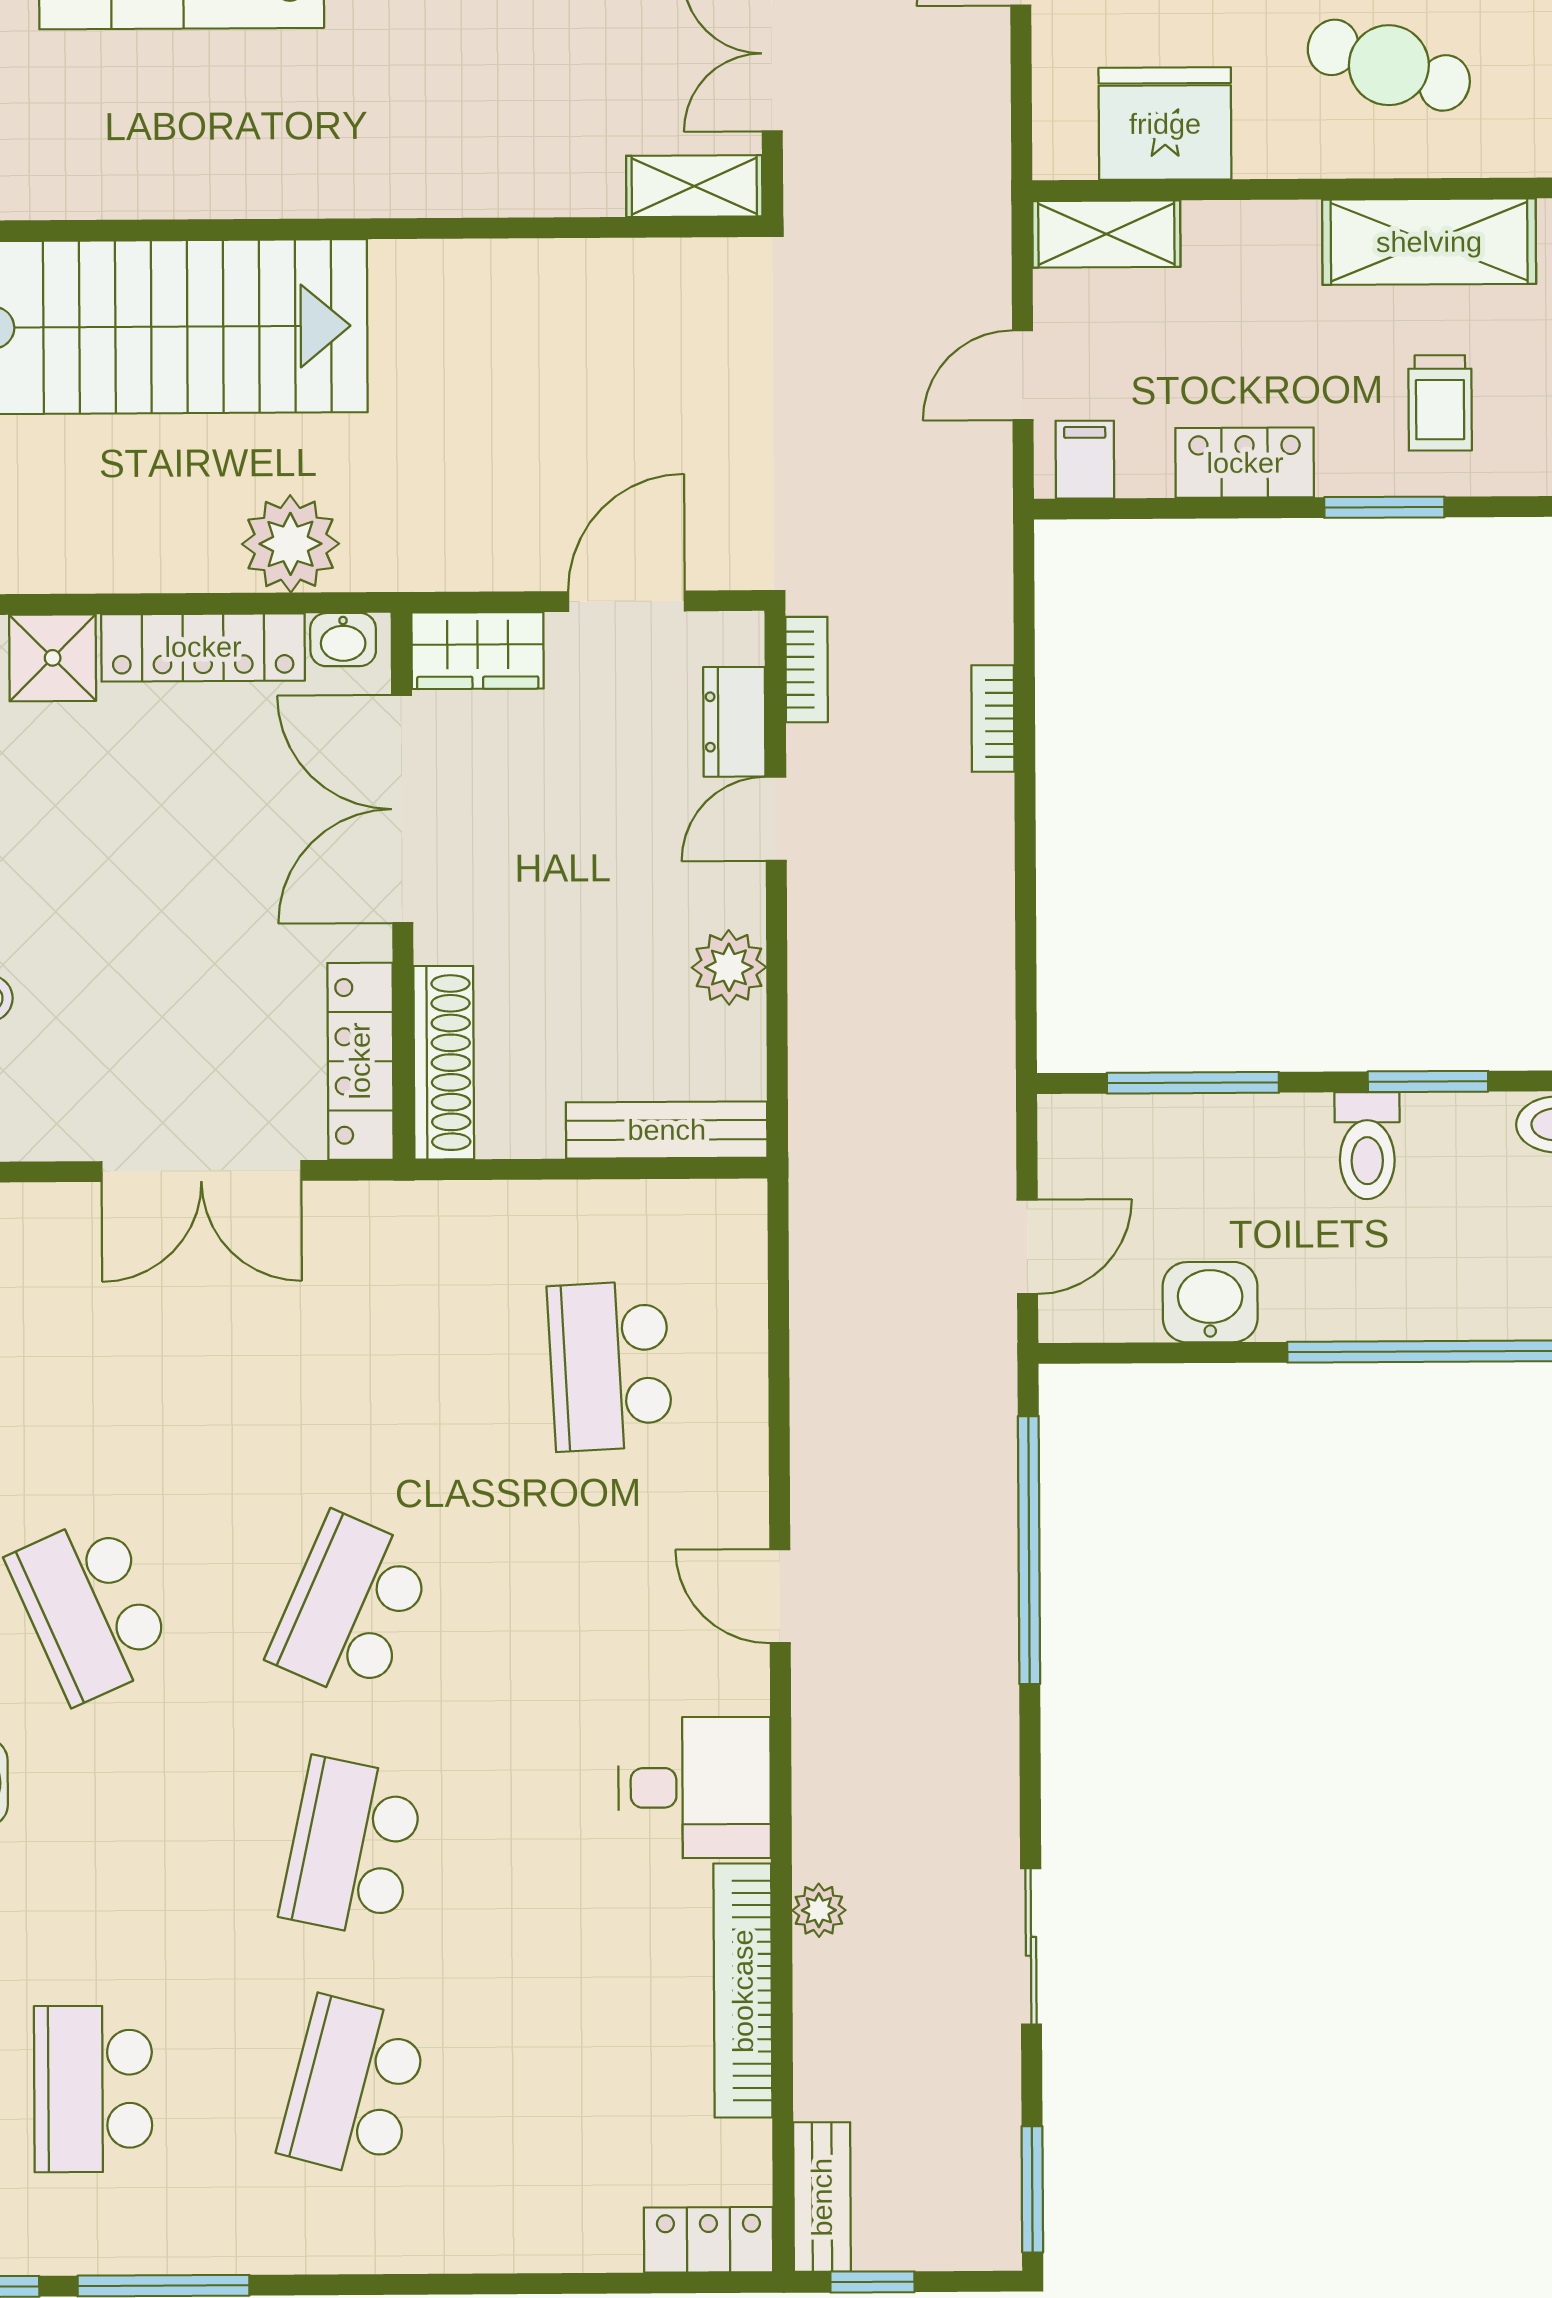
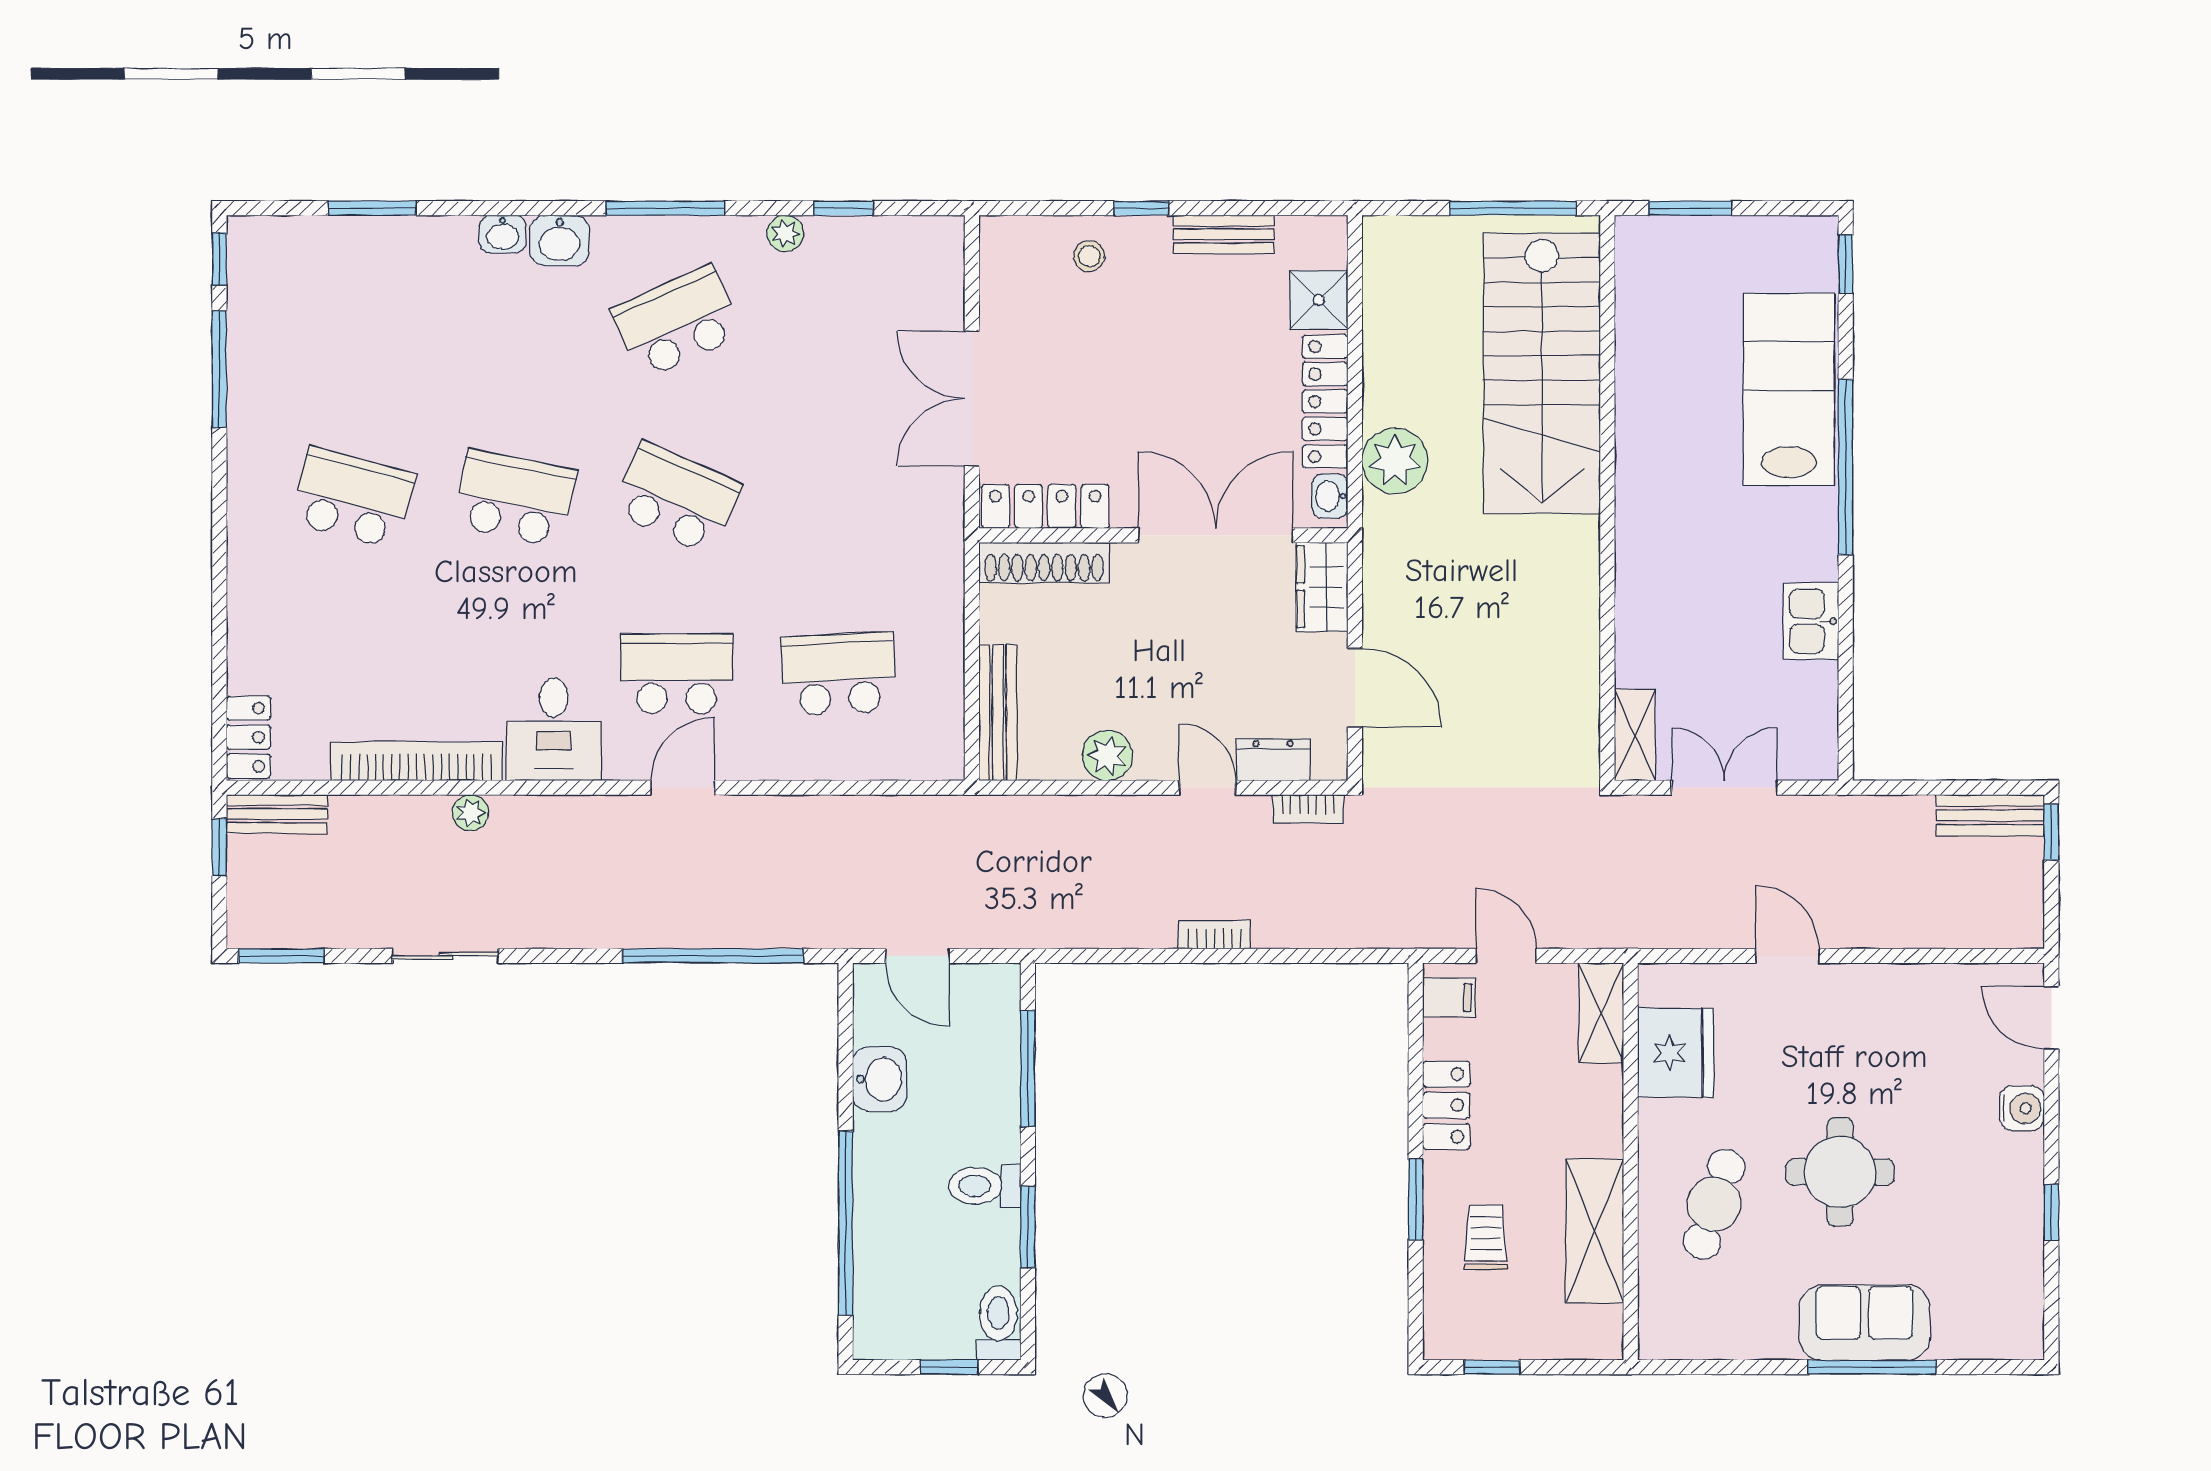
trolley: (1440, 403) -> (1486, 1238), turned 90
bookcase: (993, 718) -> (1214, 935), moved
school desk: (93, 2089) -> (677, 674), moved

